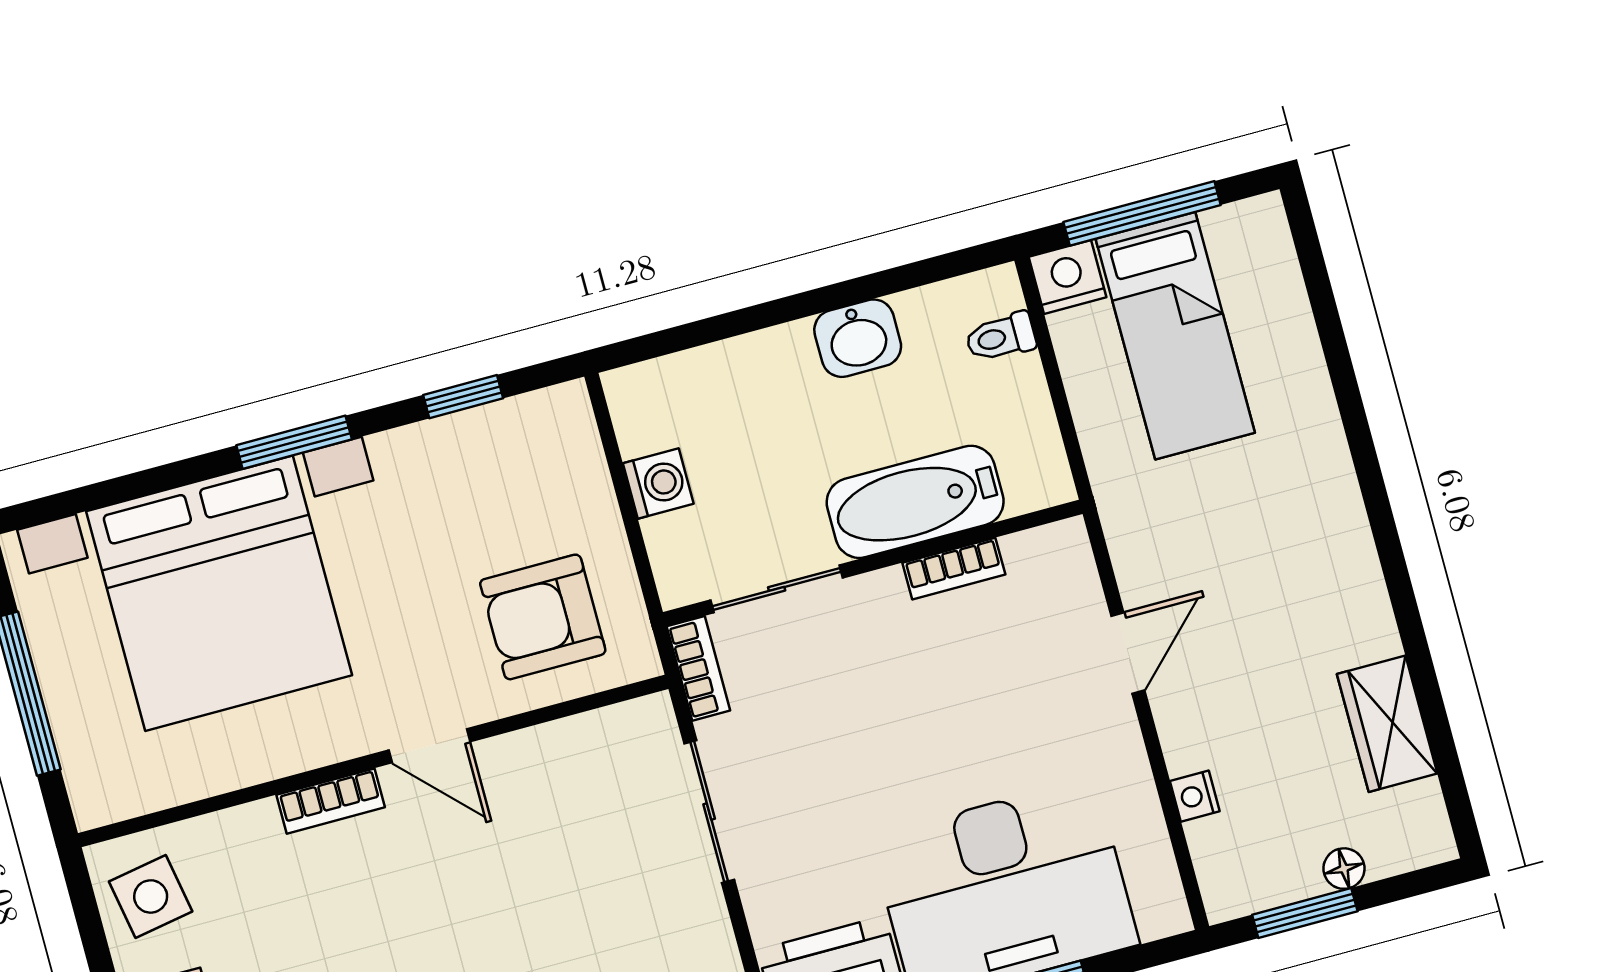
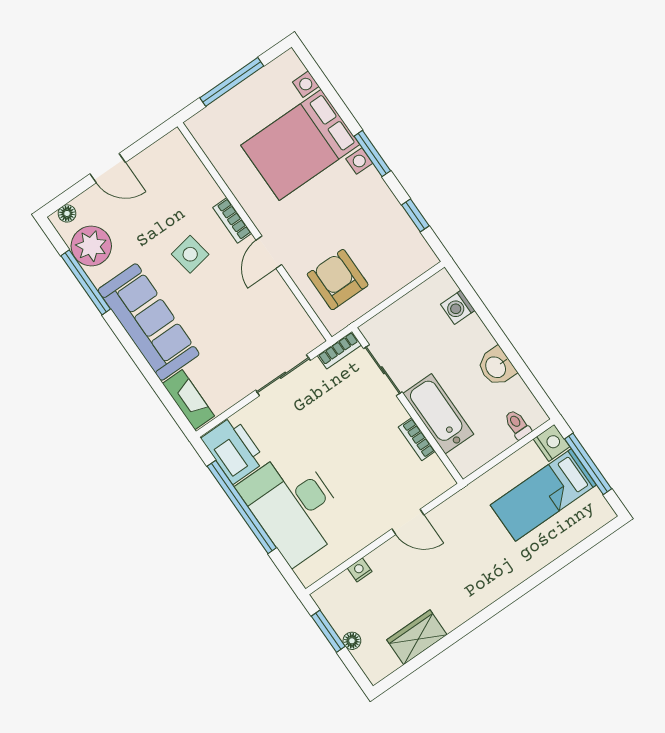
washing machine: (658, 483) -> (458, 307), moved, turned 90
bed with nightstands: (219, 593) -> (300, 145), width x0.73
side table: (151, 896) -> (190, 254), moved

